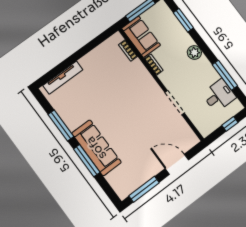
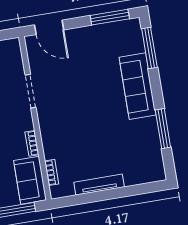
tv unit: (63, 78) -> (99, 185), moved
window: (87, 161) -> (149, 48), moved
door: (177, 164) -> (49, 27), moved

